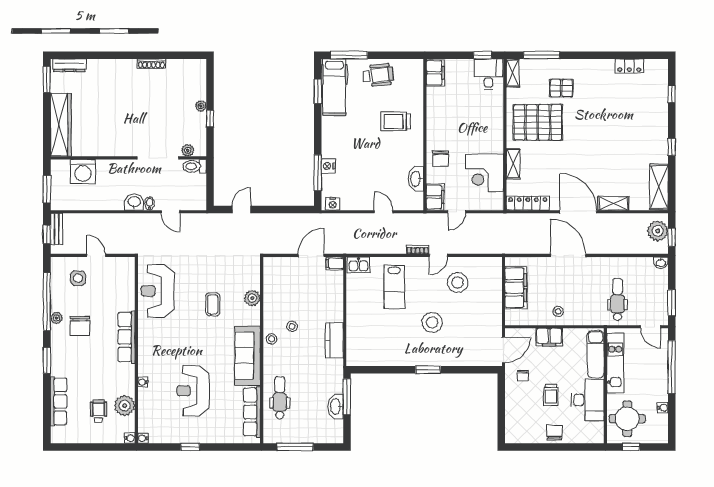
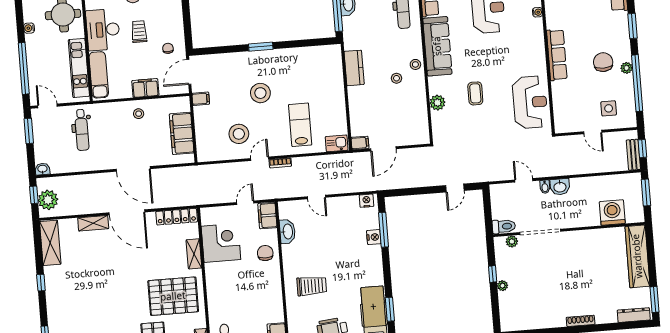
shoe rack: (151, 64) -> (581, 321), moved
filing cabinet: (493, 322) -> (201, 99), added

